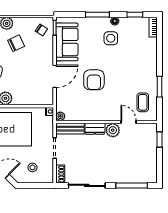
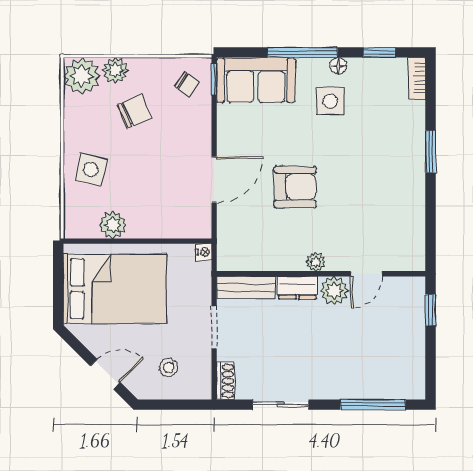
window: (97, 15) -> (302, 52), width x1.44
sofa: (67, 42) -> (256, 80), moved, turned 90
armchair: (94, 80) -> (295, 187), turned -90
window: (160, 87) -> (431, 152), moved
coffee table: (143, 102) -> (396, 233), removed
plant: (60, 116) -> (316, 262), moved
door: (129, 122) -> (367, 274), swing flipped
sliding door: (87, 185) -> (280, 405), width x0.73

